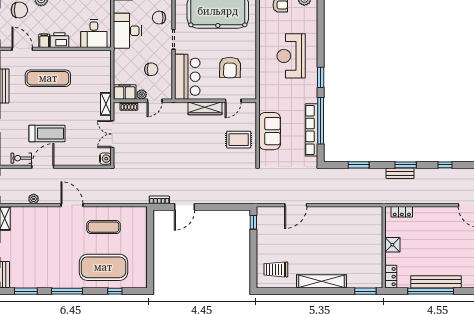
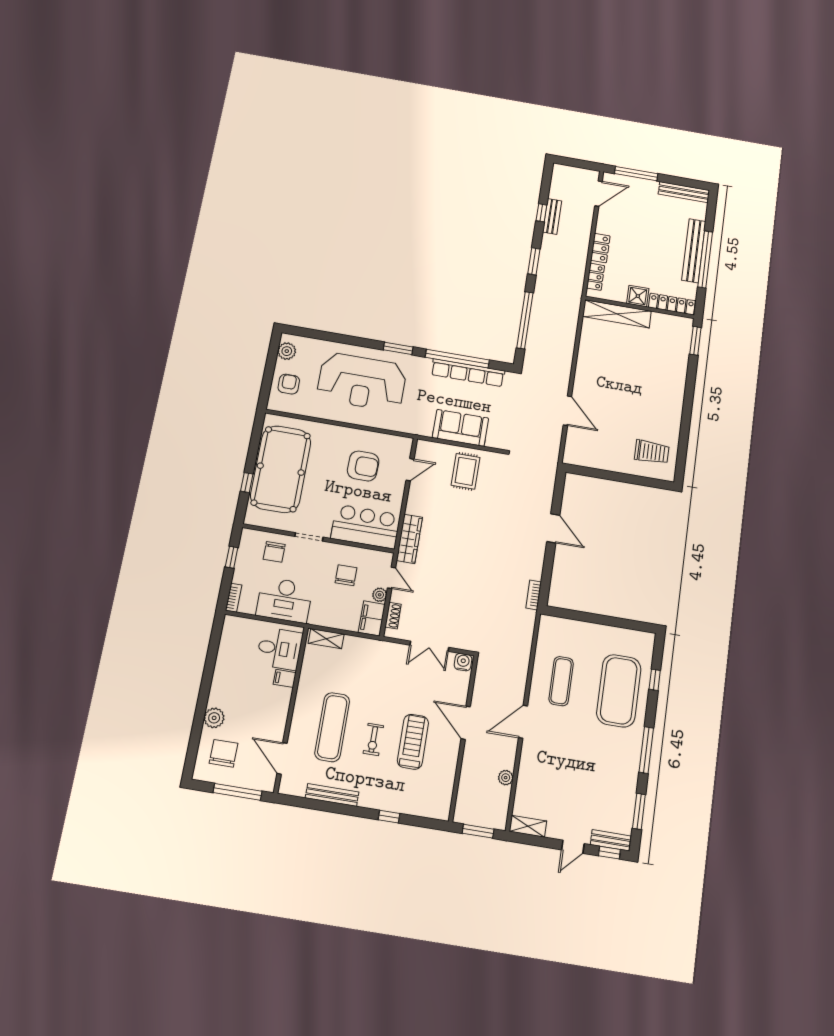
printer: (59, 40) -> (280, 701), removed
filing cabinet: (44, 41) -> (285, 678), moved
door: (22, 49) -> (282, 758), hinge flipped
reception desk: (291, 56) -> (362, 382), width x1.36, depth x1.30
door: (233, 101) -> (410, 470), hinge flipped
shelving: (106, 104) -> (326, 639), moved
wardrobe: (205, 108) -> (409, 539), moved
exercise bike: (21, 158) -> (373, 739), moved
window: (359, 165) -> (525, 320), width x2.11
door: (43, 167) -> (466, 723), moved
bench: (400, 173) -> (552, 216), moved
door: (185, 207) -> (553, 528), moved
locker: (425, 212) -> (600, 248), added
window: (253, 222) -> (583, 471), removed
trolley: (276, 269) -> (652, 452), turned -90
locker: (391, 277) -> (672, 304), width x1.53
shelving: (322, 281) -> (617, 314), moved, turned 90

